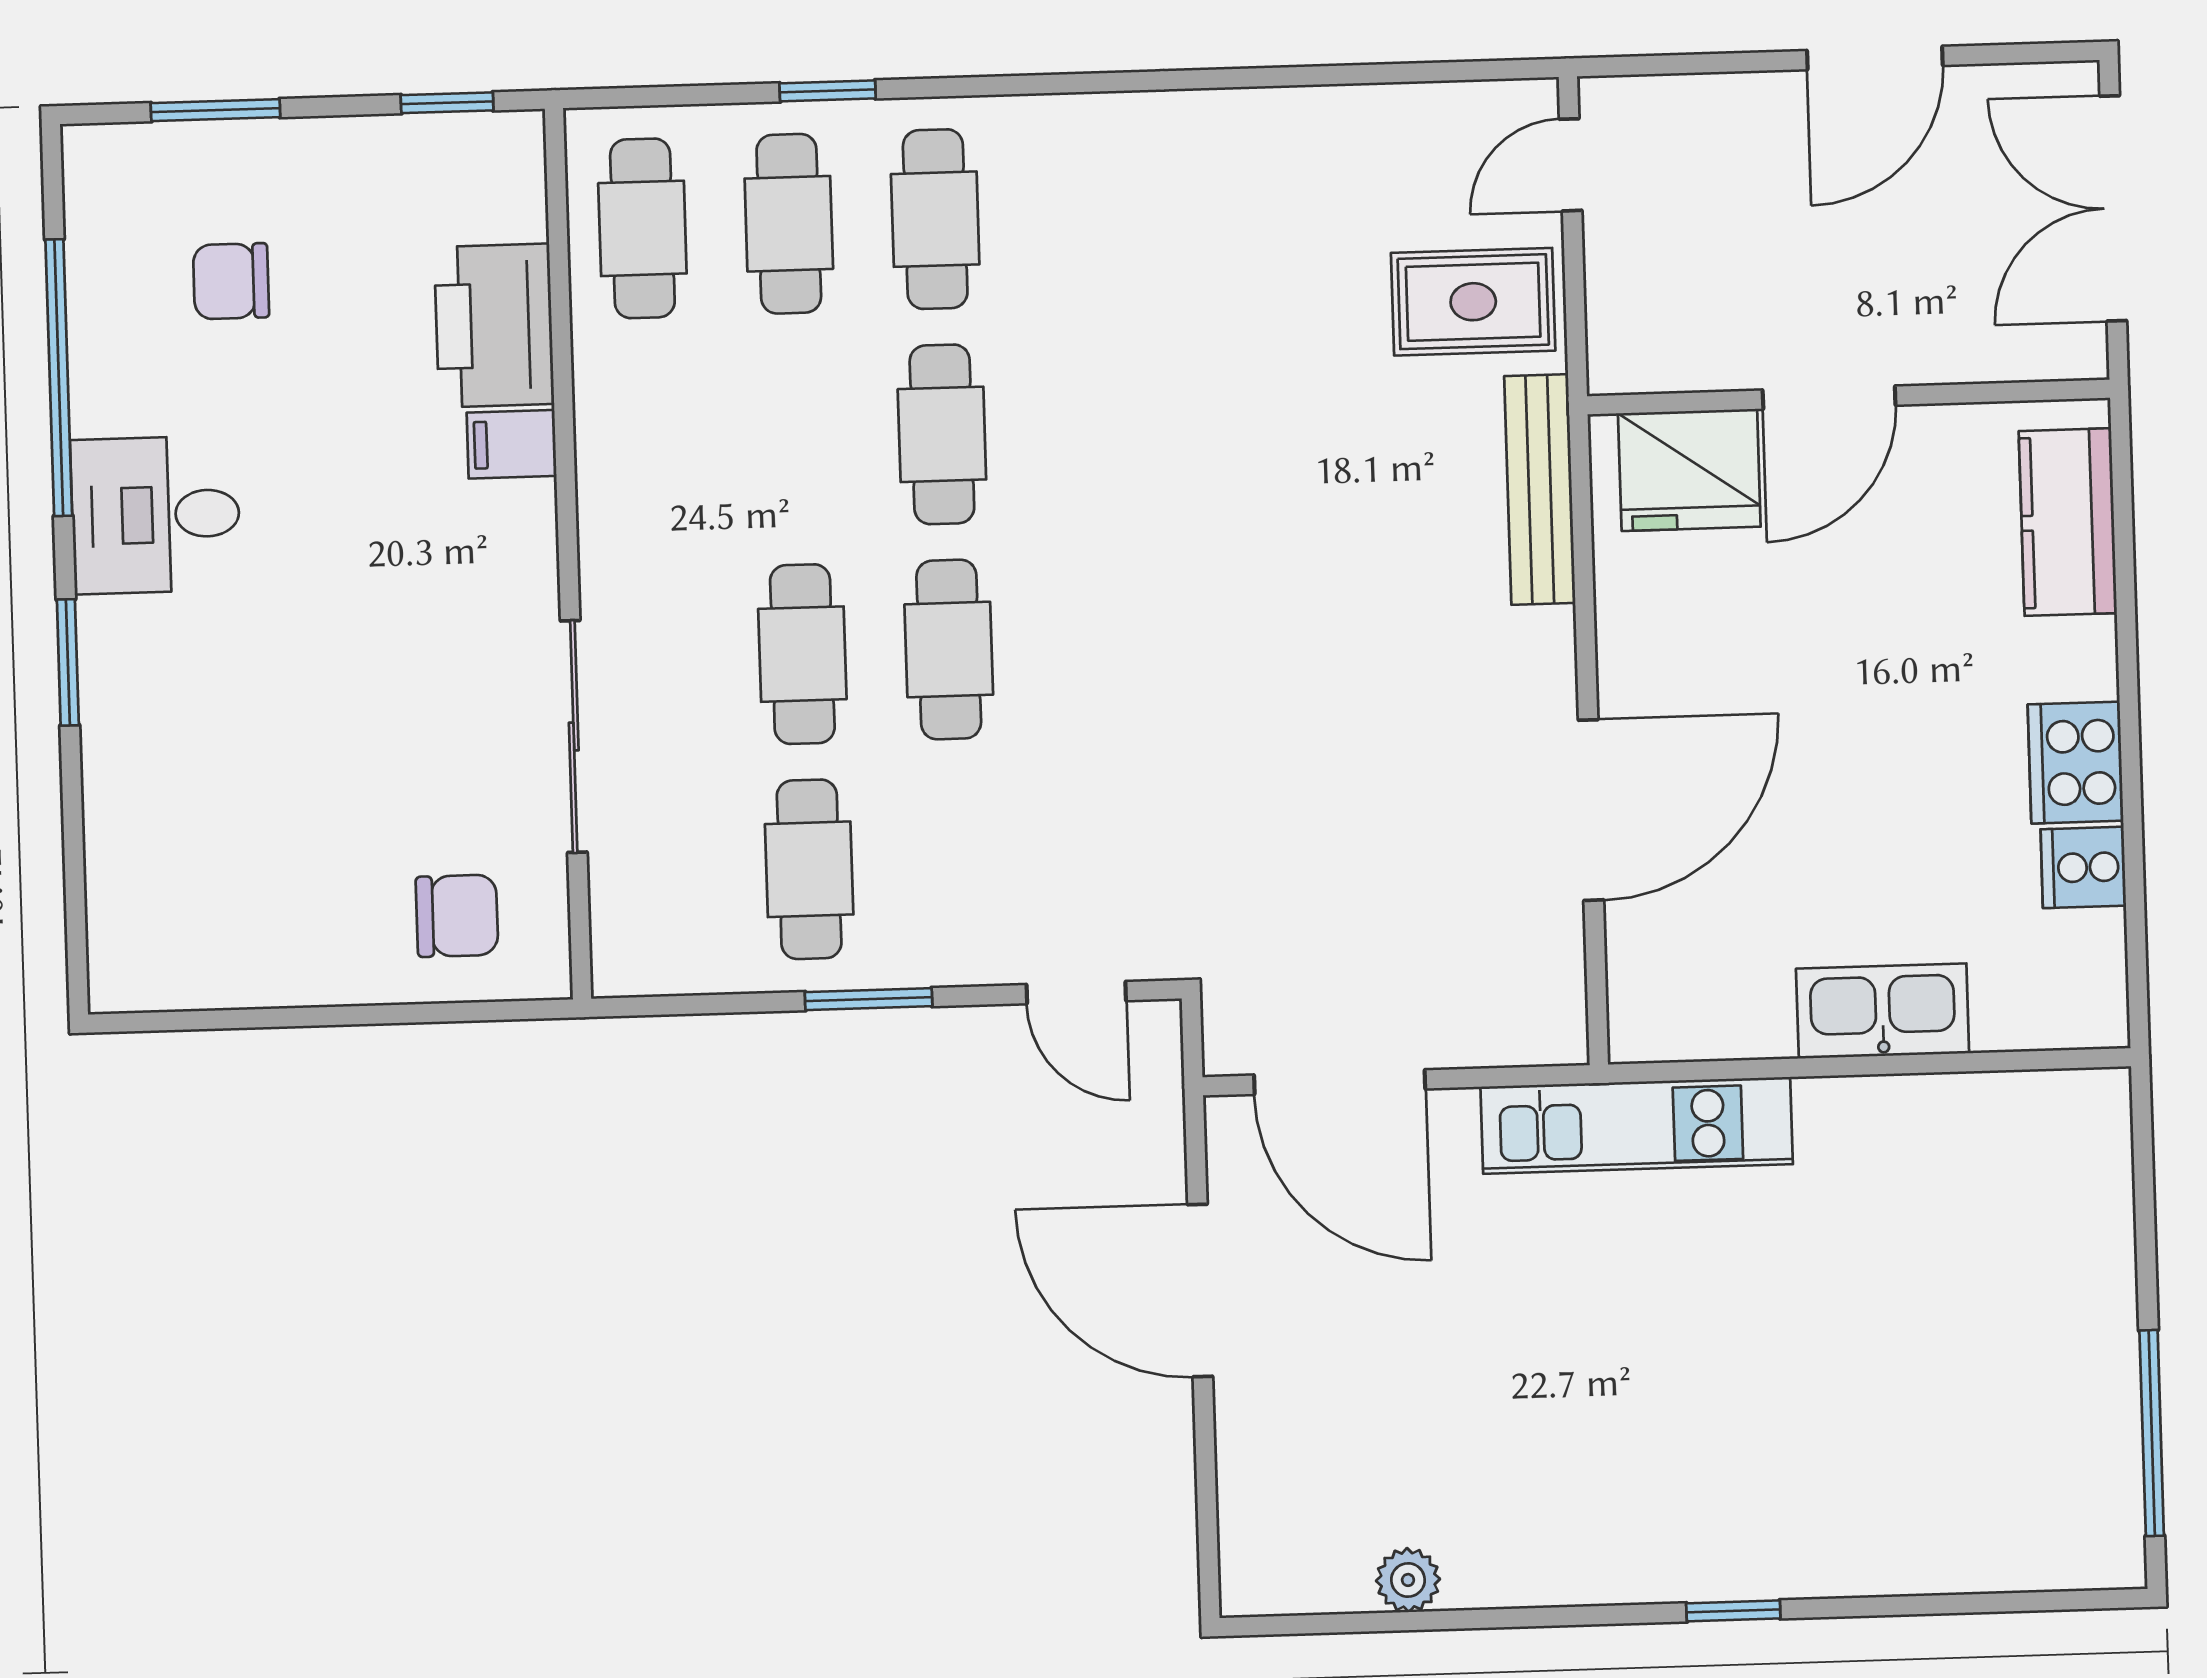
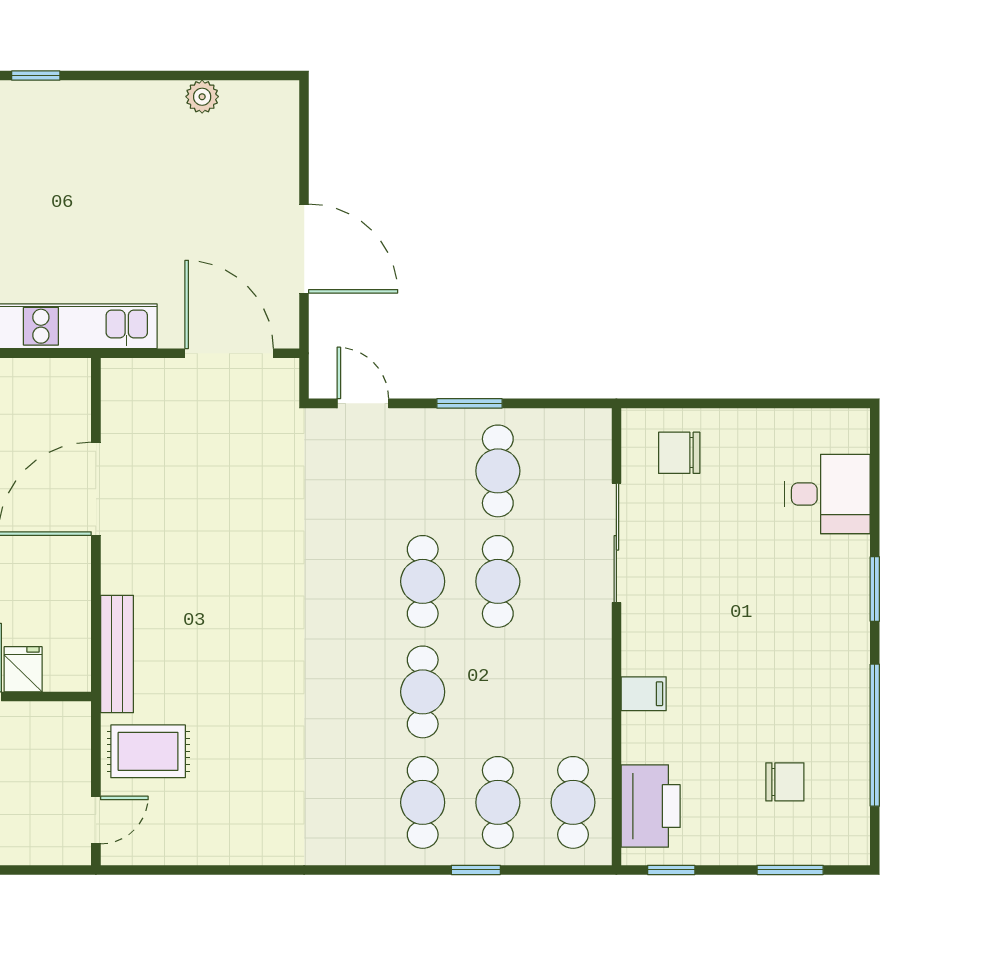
printer: (494, 325) -> (651, 806), moved
fridge: (1689, 470) -> (23, 669), width x0.53, depth x0.75
desk: (156, 515) -> (827, 494), moved

